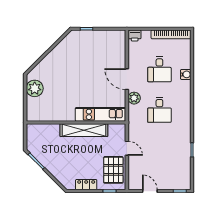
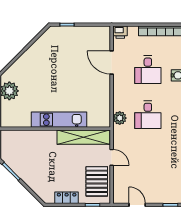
door: (127, 79) -> (112, 62), moved
plant: (134, 98) -> (120, 118), moved
kitchen unit: (100, 114) -> (59, 120), moved
shelving: (84, 130) -> (83, 137), moved

